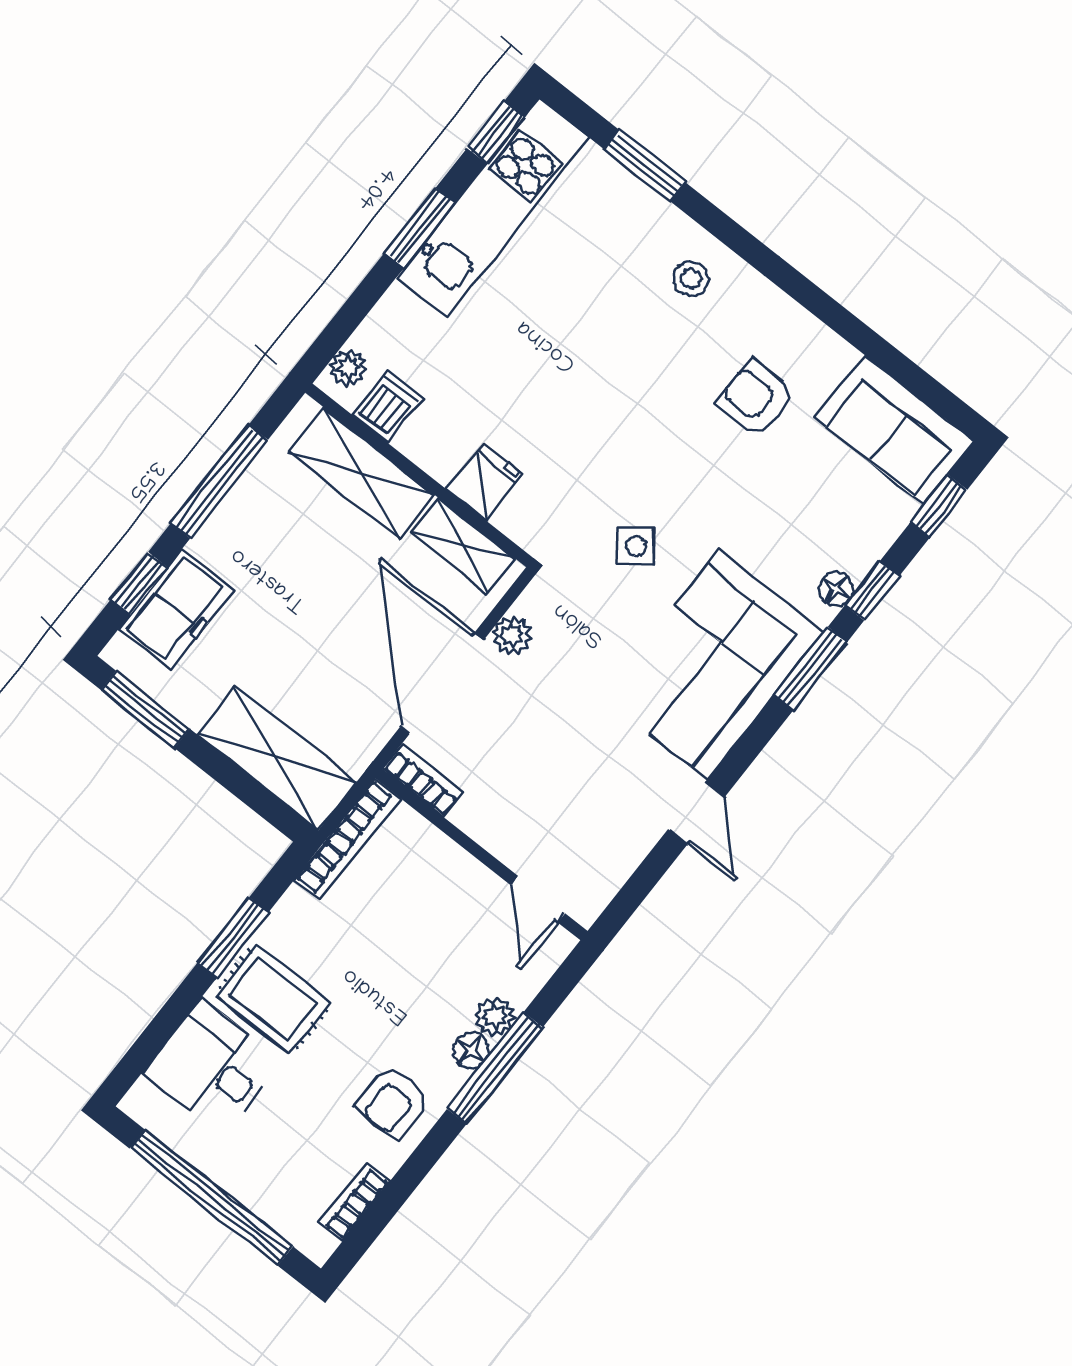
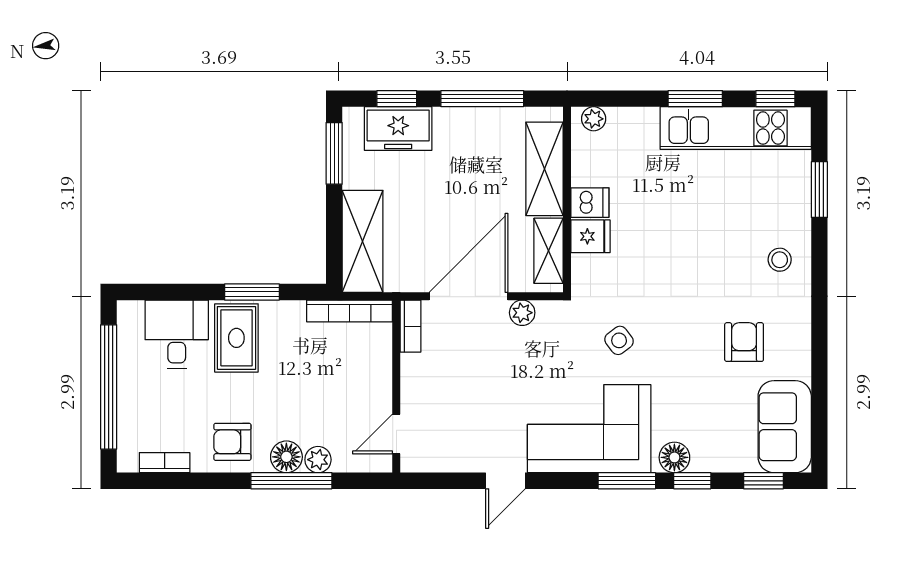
dishwasher: (388, 406) -> (590, 203), moved
floor lamp: (836, 589) -> (674, 457), width x1.37, depth x1.37
floor lamp: (471, 1050) -> (286, 457), width x1.37, depth x1.37

